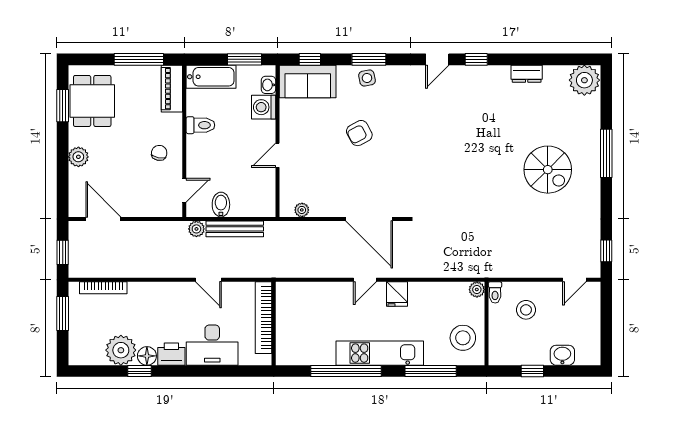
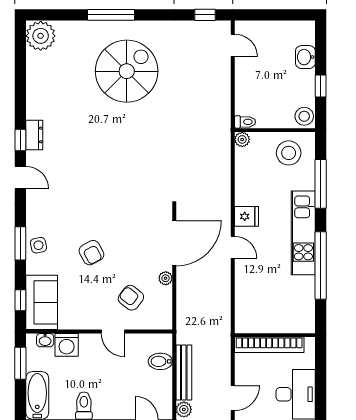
dresser: (527, 74) -> (34, 135), moved
spiral stairs: (548, 170) -> (127, 71), width x1.37, depth x1.37
armchair: (312, 174) -> (131, 298), added
bidet: (221, 205) -> (160, 361), moved
plant: (302, 210) -> (166, 278), moved
stool: (526, 310) -> (304, 116), moved

